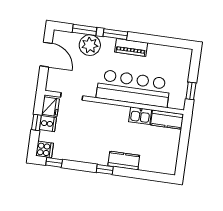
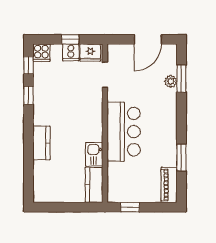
window: (115, 34) -> (181, 158), moved
plant: (90, 45) -> (171, 81), width x0.53, depth x0.53
piano: (131, 47) -> (169, 185), moved
bar counter: (133, 88) -> (124, 132), width x0.73
window: (105, 169) -> (28, 95), moved

